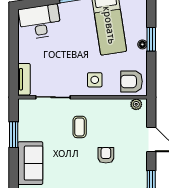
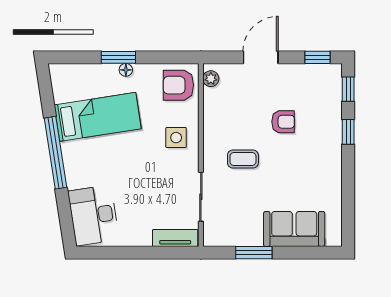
armchair: (132, 81) -> (178, 85), turned 90
armchair: (106, 155) -> (283, 122), turned 180

